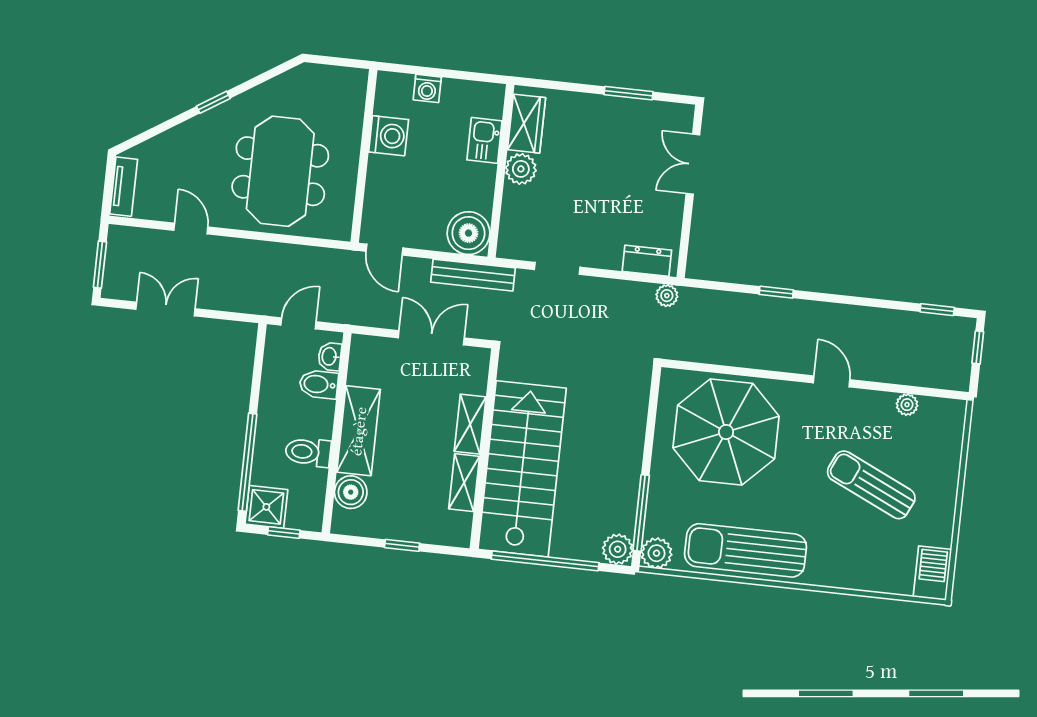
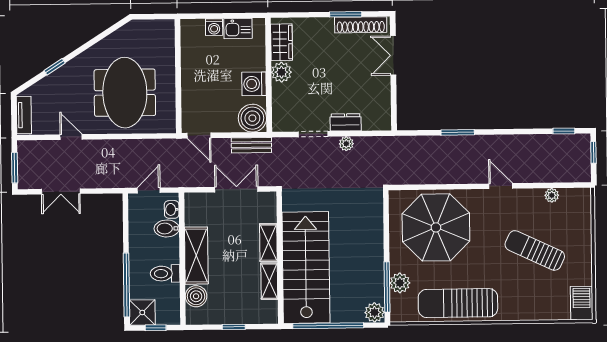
window: (213, 102) -> (55, 67), moved
shoe rack: (649, 112) -> (361, 25), added
washing machine: (389, 136) -> (254, 84), moved, turned 180
kitchen sink: (484, 140) -> (238, 28), moved, turned -90
dresser: (647, 261) -> (346, 122), moved
bench: (473, 275) -> (251, 145), width x0.73
window: (776, 292) -> (458, 132), width x1.50
plant: (667, 296) -> (346, 144), moved
double door: (165, 309) -> (61, 191), swing flipped
plant: (657, 553) -> (400, 283), moved

